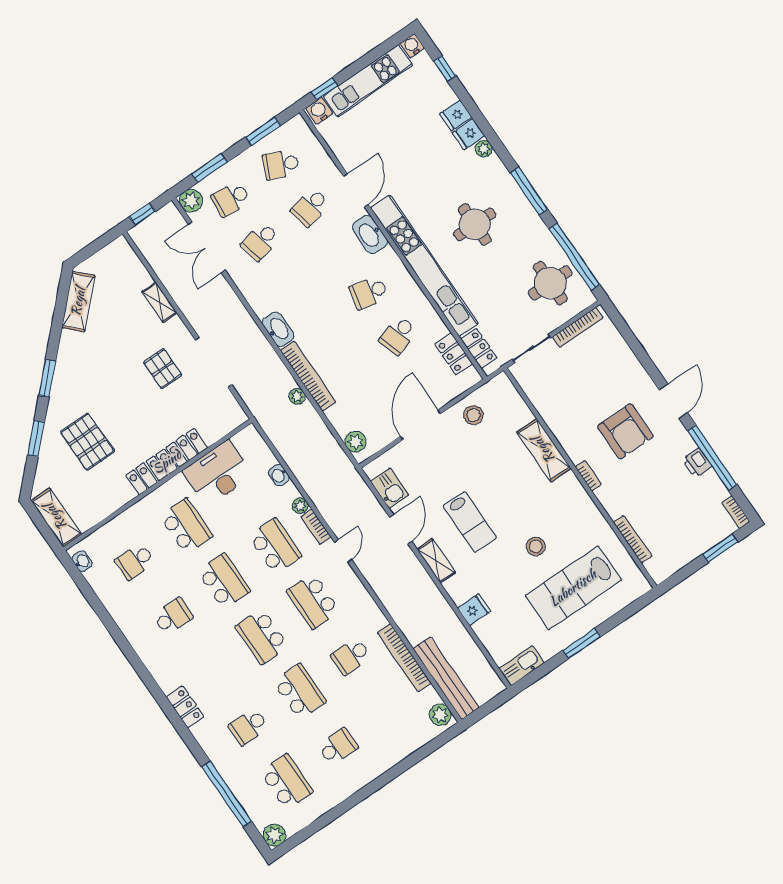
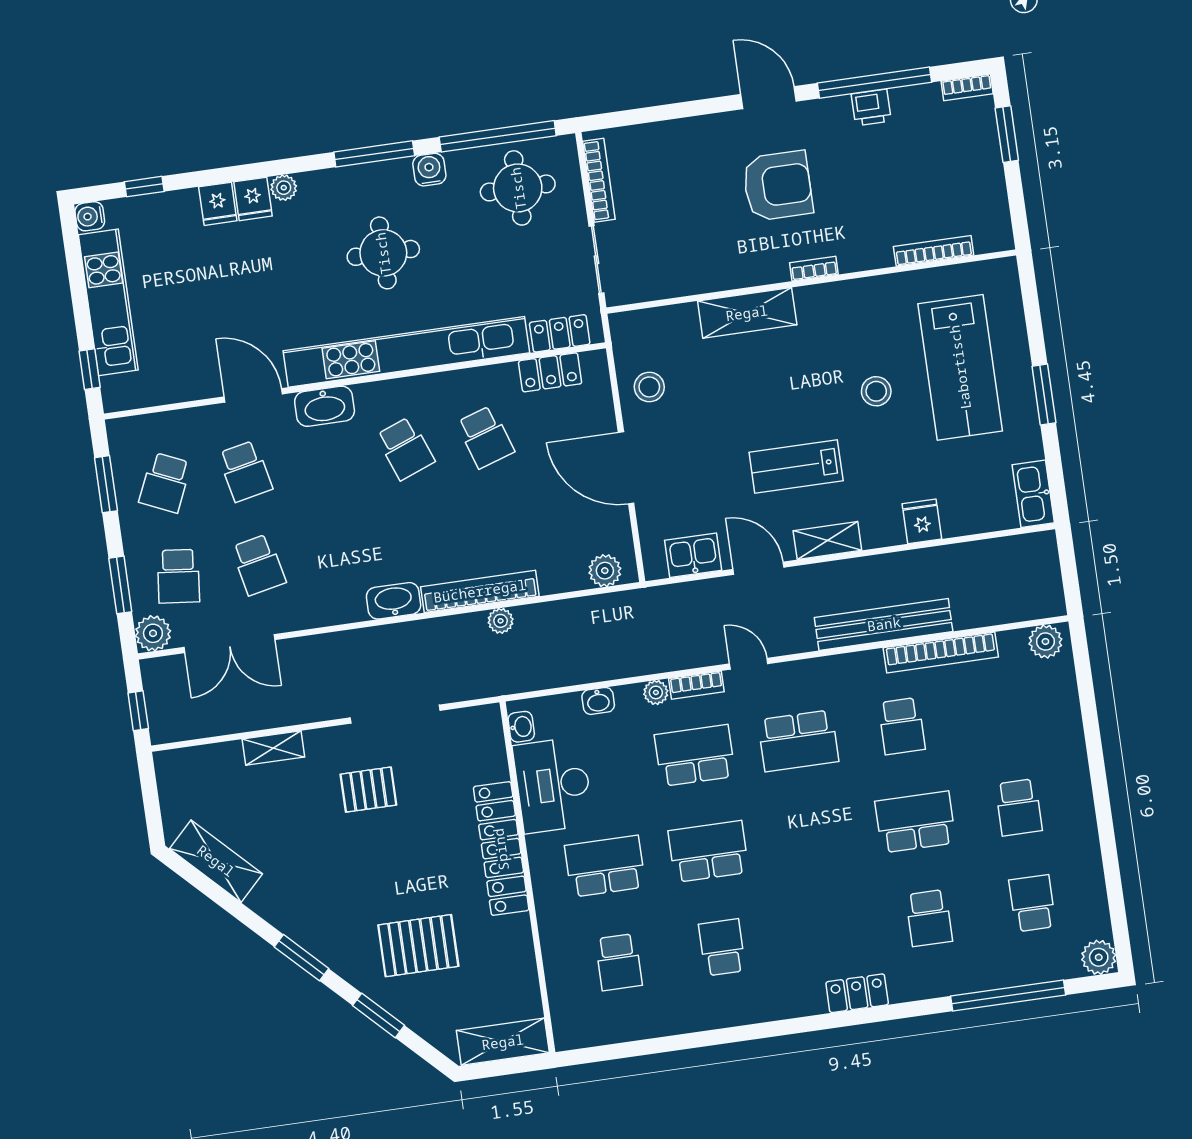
water cooler: (319, 111) -> (429, 170), moved, turned 90
school desk: (369, 293) -> (405, 448), turned -33
lab bench: (470, 522) -> (796, 466), turned 180
washbasin: (82, 561) -> (521, 727), moved, turned 90
school desk: (262, 636) -> (812, 837), removed
bench: (446, 678) -> (884, 624), moved
school desk: (338, 747) -> (1019, 807), turned 180
school desk: (287, 782) -> (1032, 903), width x0.54

